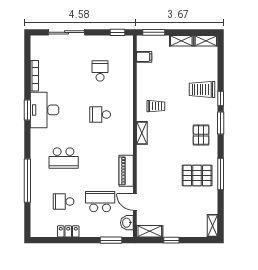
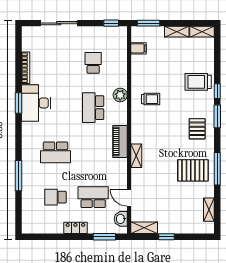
plant: (126, 102) -> (120, 95), added
school desk: (100, 114) -> (93, 108), width x1.85
shelving: (142, 133) -> (136, 156), moved
piano: (126, 171) -> (120, 142), moved
window: (27, 181) -> (18, 176), width x0.68
shelving: (212, 226) -> (209, 210), moved
locker: (68, 231) -> (75, 228), moved

